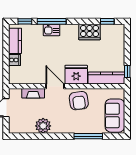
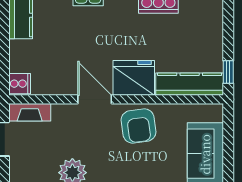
cooker: (15, 60) -> (20, 84), moved
fireplace: (33, 93) -> (30, 112), moved

